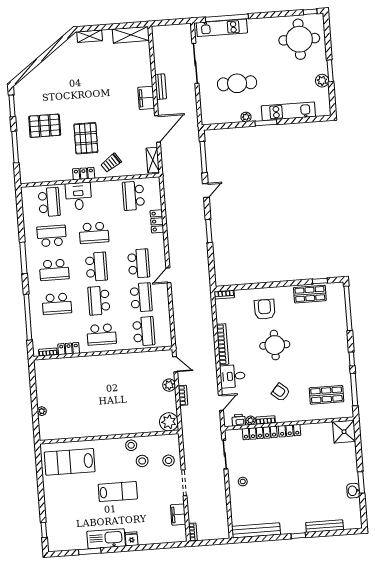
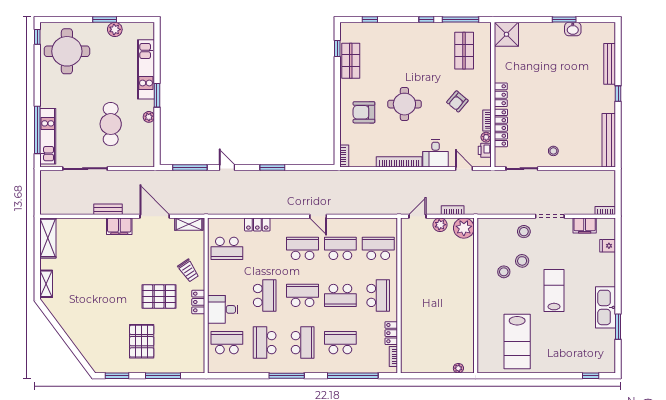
school desk: (57, 304) -> (340, 343), turned -90
window: (348, 308) -> (370, 20), width x0.32
plant: (169, 422) -> (464, 228), moved
wall: (109, 437) -> (476, 295), moved
fridge: (132, 539) -> (608, 246), moved

